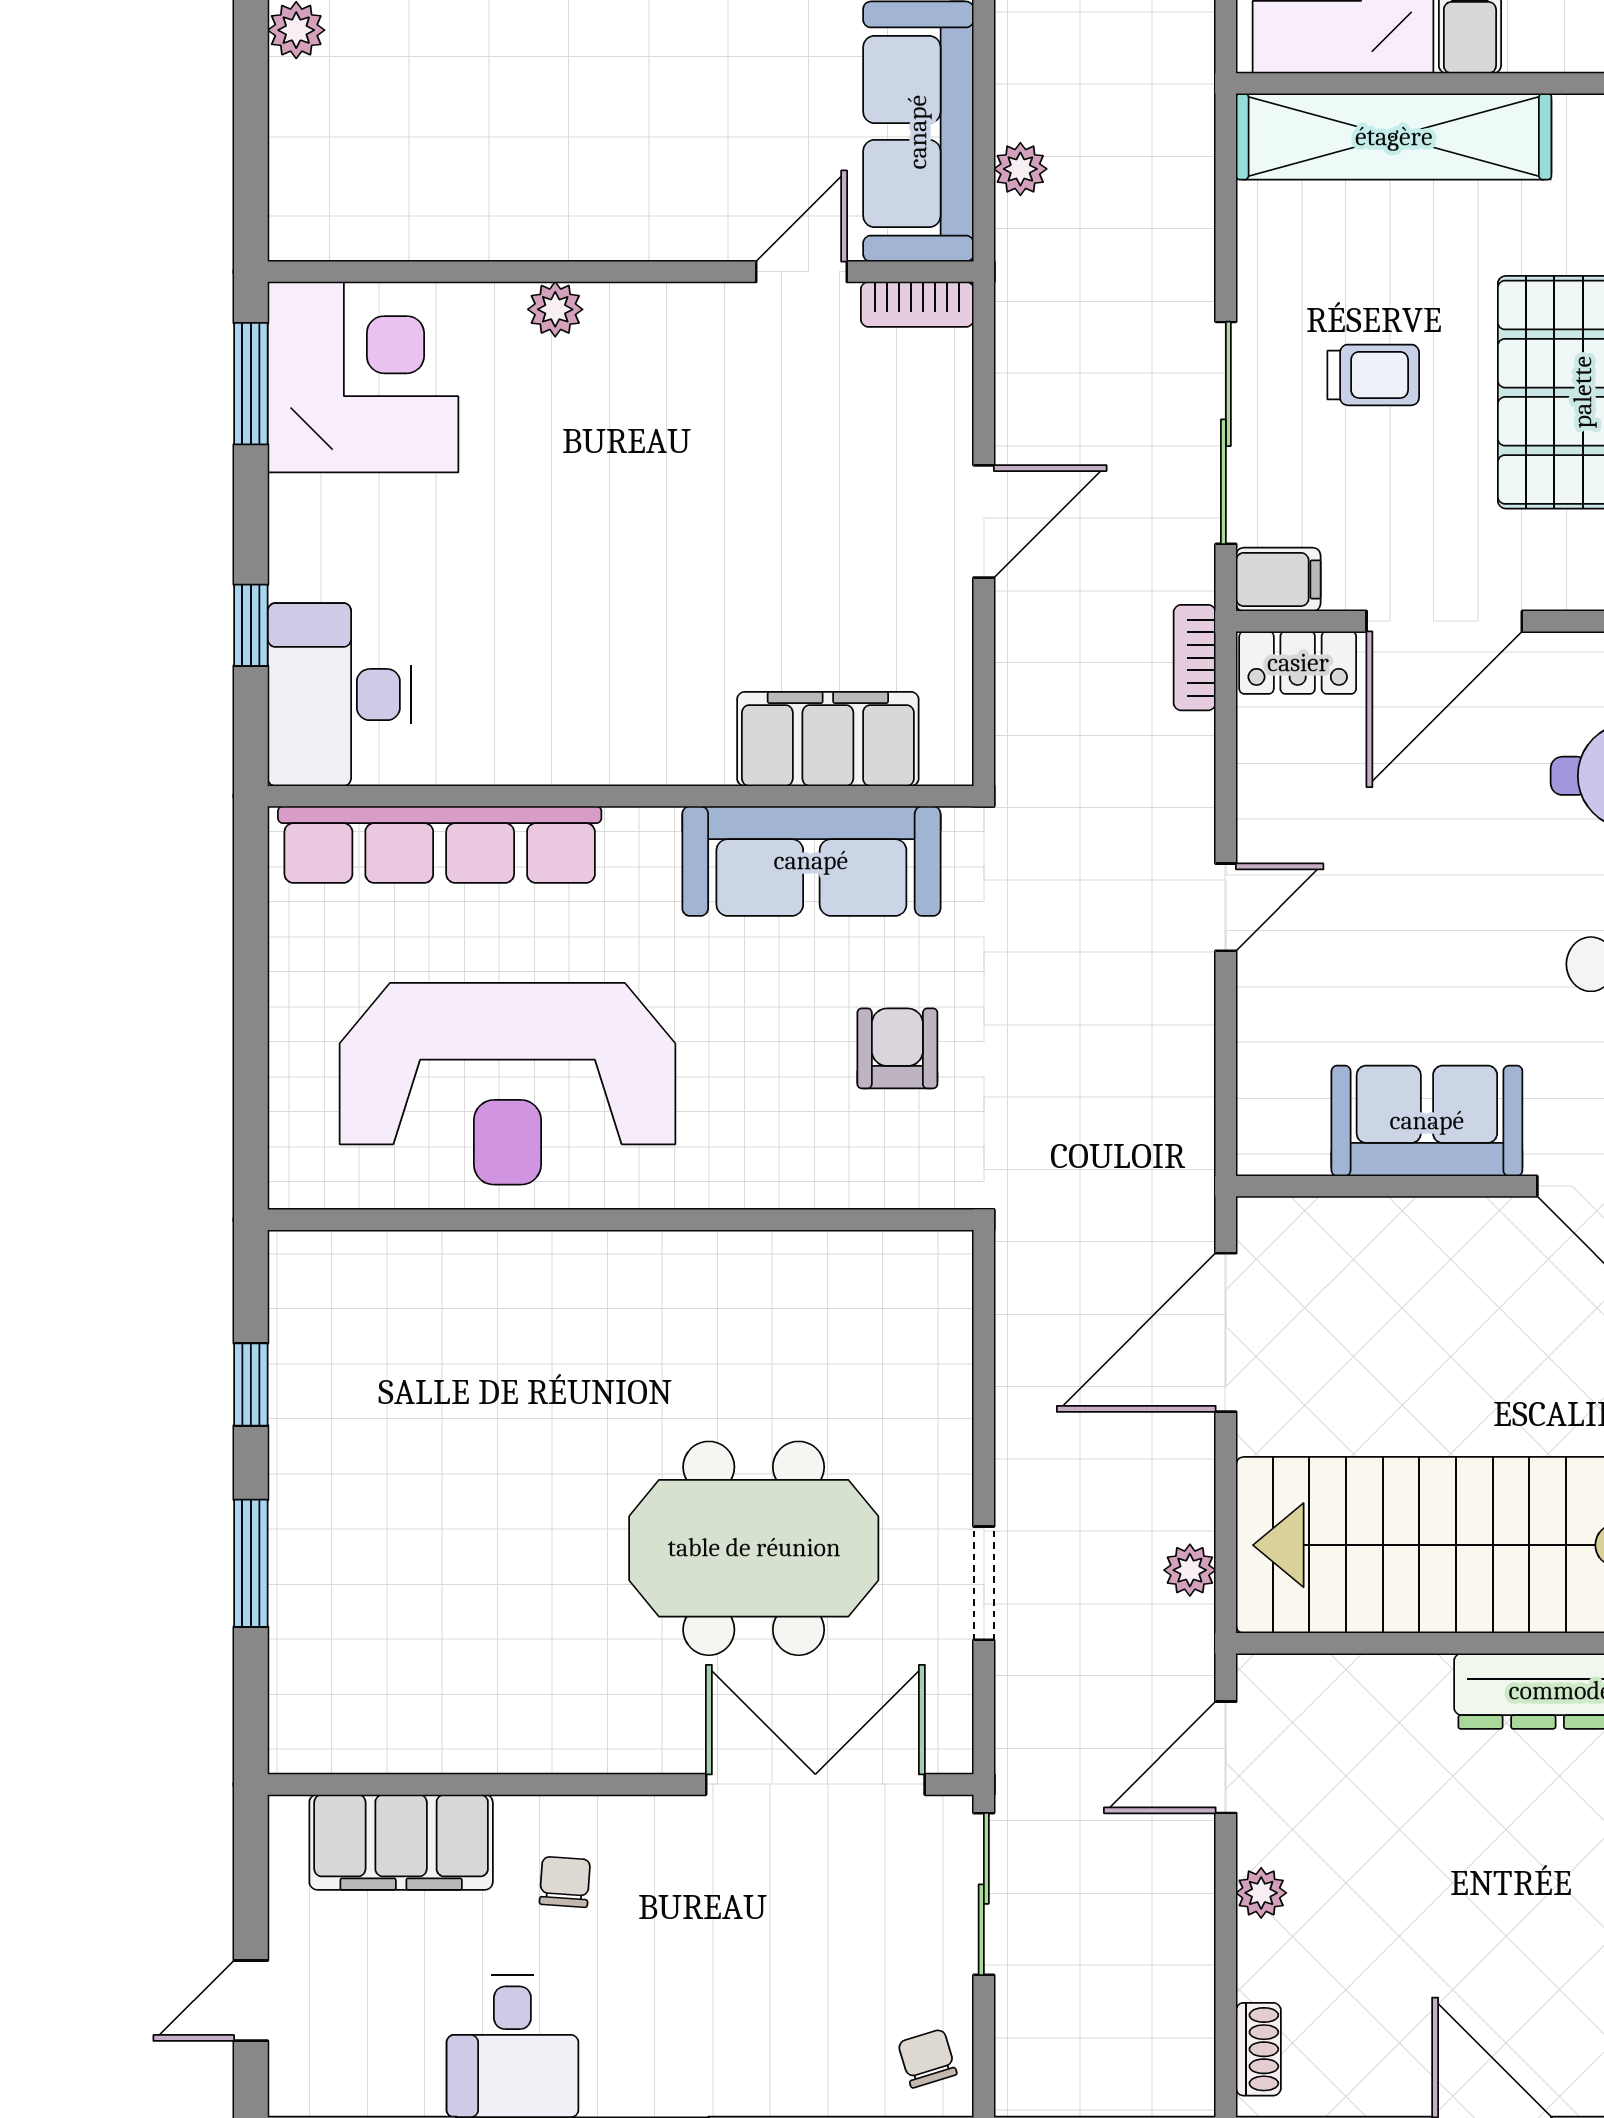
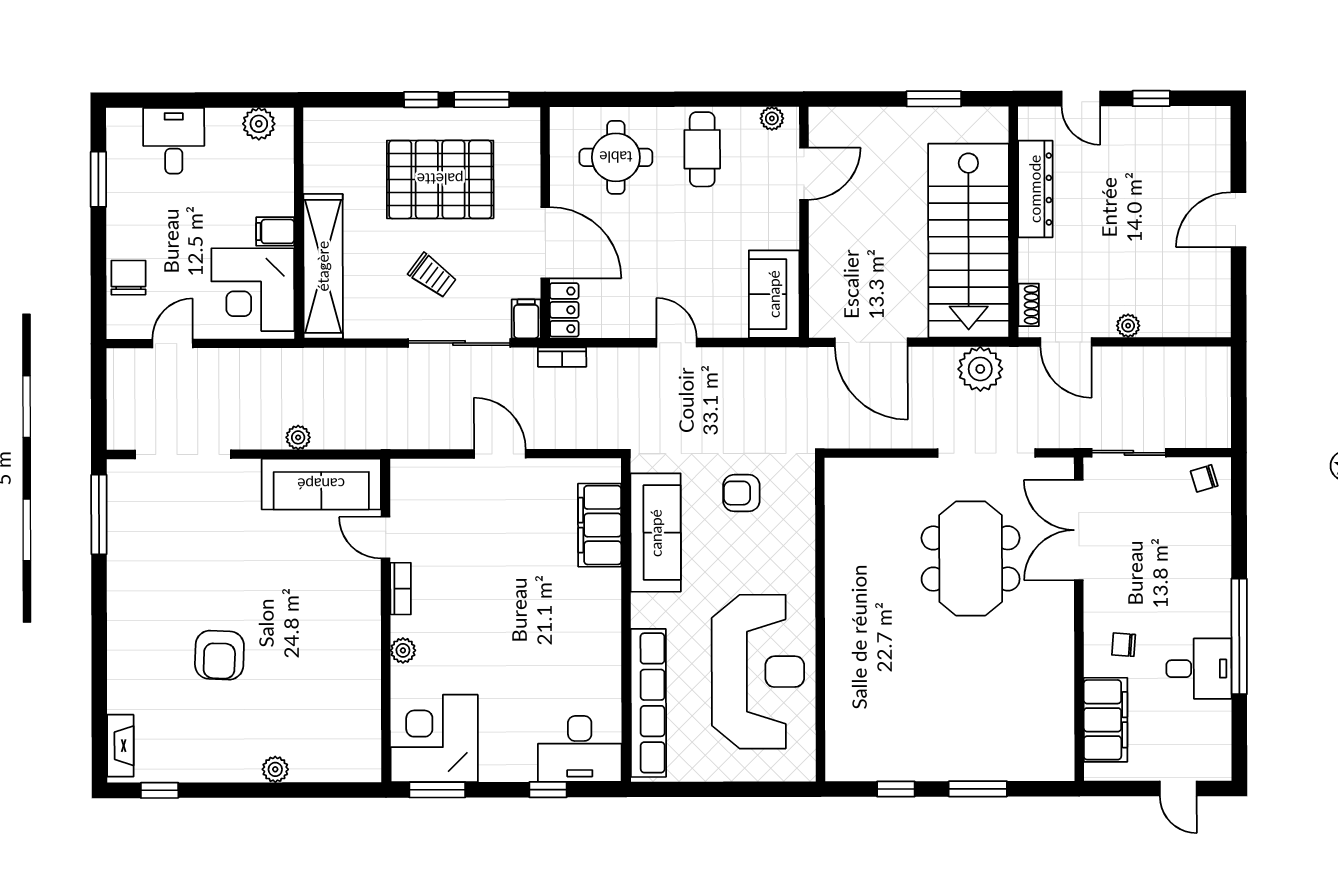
plant: (1020, 169) -> (298, 437), moved
bookcase: (917, 304) -> (401, 589), moved
trolley: (1373, 375) -> (432, 276), turned 127
sofa: (1427, 1121) -> (774, 294), moved
plant: (1190, 1570) -> (980, 369), width x1.87, depth x1.87
doorway: (984, 1583) -> (986, 453), width x1.87
shoe rack: (1258, 2049) -> (1029, 305), moved, turned 90

